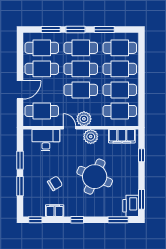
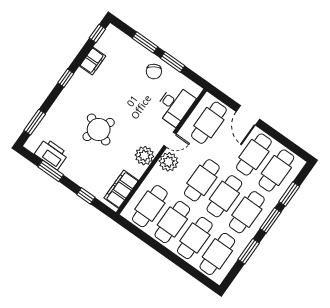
round table: (95, 177) -> (99, 130), width x0.73, depth x0.73
chair: (55, 183) -> (154, 72), moved
window: (142, 199) -> (51, 171), moved
printer: (131, 206) -> (51, 154), moved

